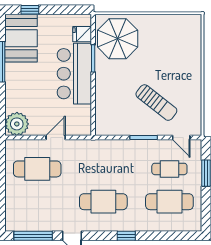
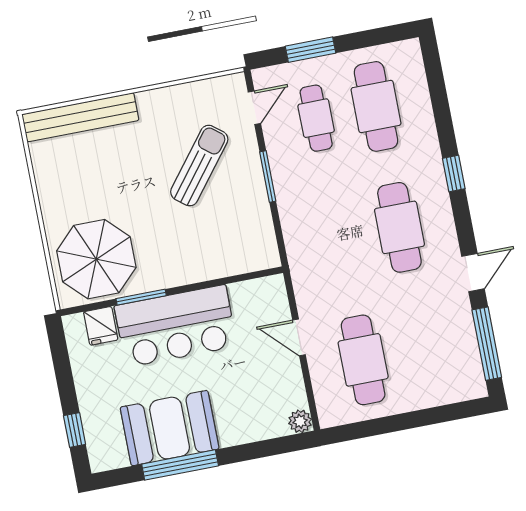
booth: (21, 38) -> (170, 428), moved
bench: (194, 45) -> (80, 117), added
plant: (17, 124) -> (300, 421), width x0.53, depth x0.53

